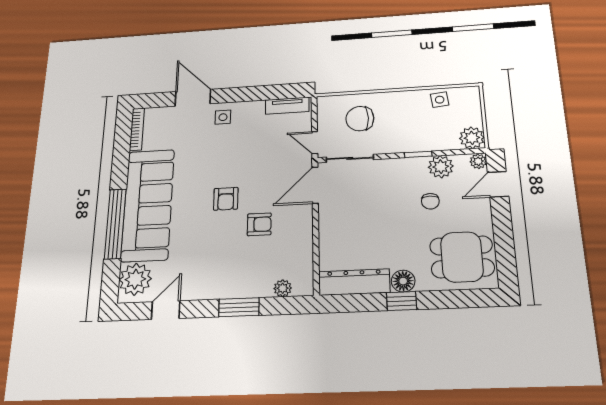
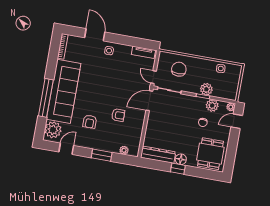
chair: (360, 119) -> (179, 69), turned 90
plant: (472, 138) -> (206, 89), moved
armchair: (226, 199) -> (90, 122), moved
dining table: (462, 257) -> (210, 154), turned 90

